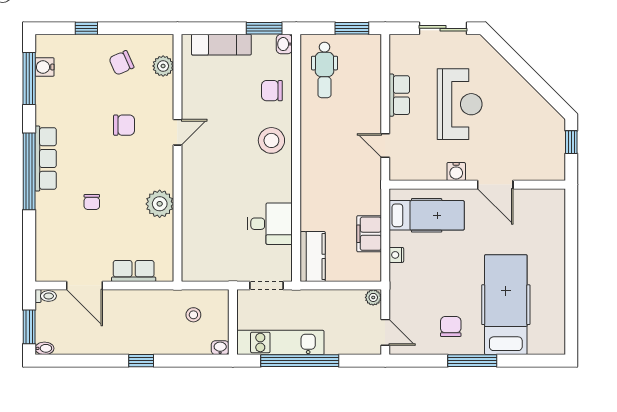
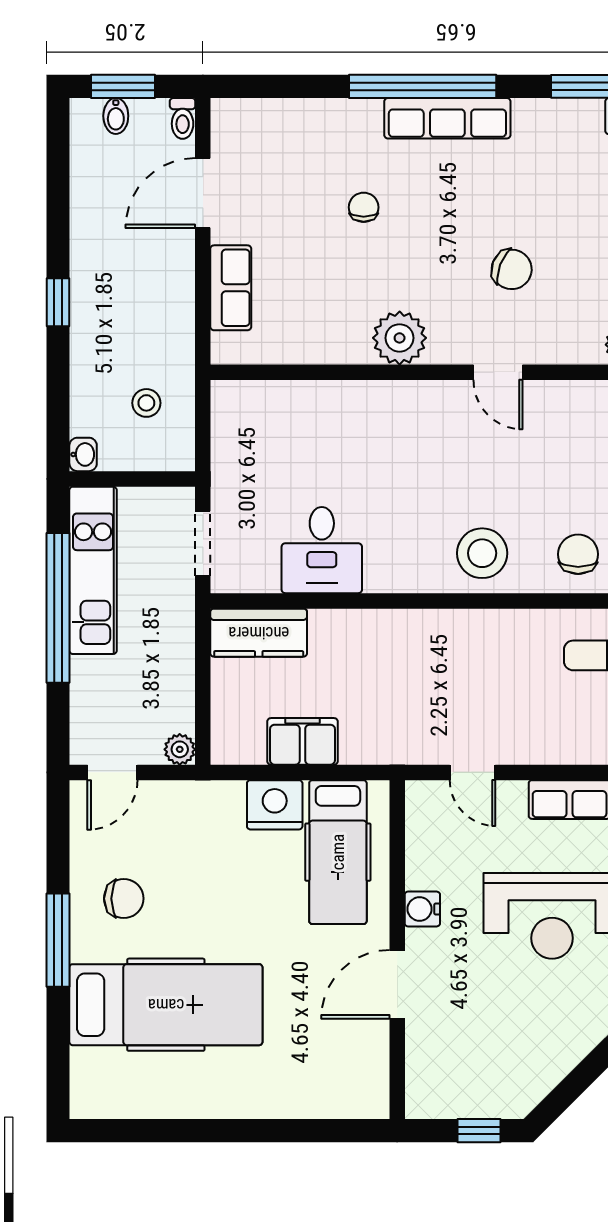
chair: (124, 125) -> (512, 269), turned -69
door: (385, 145) -> (473, 772), swing flipped
chair: (92, 202) -> (364, 207), turned 90
plant: (160, 204) -> (400, 338), moved
nightstand: (396, 255) -> (275, 805), width x1.89, depth x1.79
bidet: (44, 348) -> (116, 116), moved

